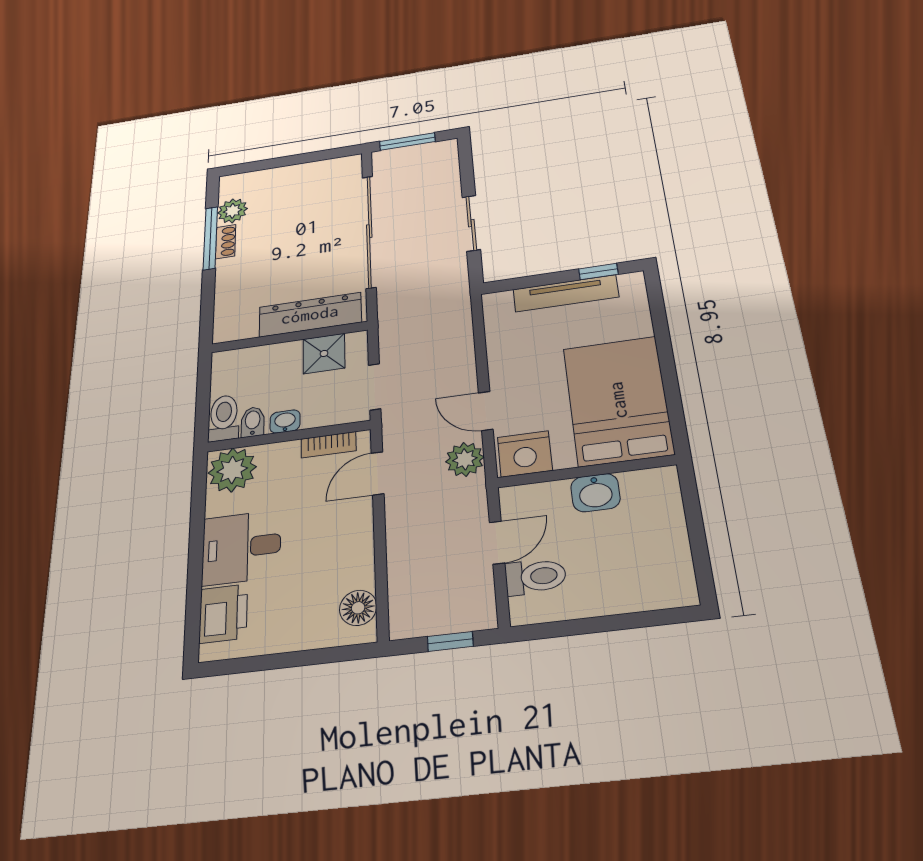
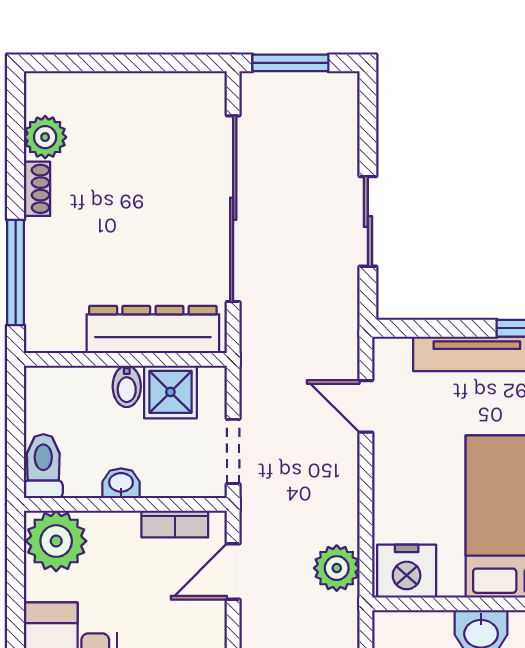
window: (210, 238) -> (16, 272), moved
door: (486, 411) -> (366, 406), moved
bidet: (253, 422) -> (127, 386), moved, turned 180

